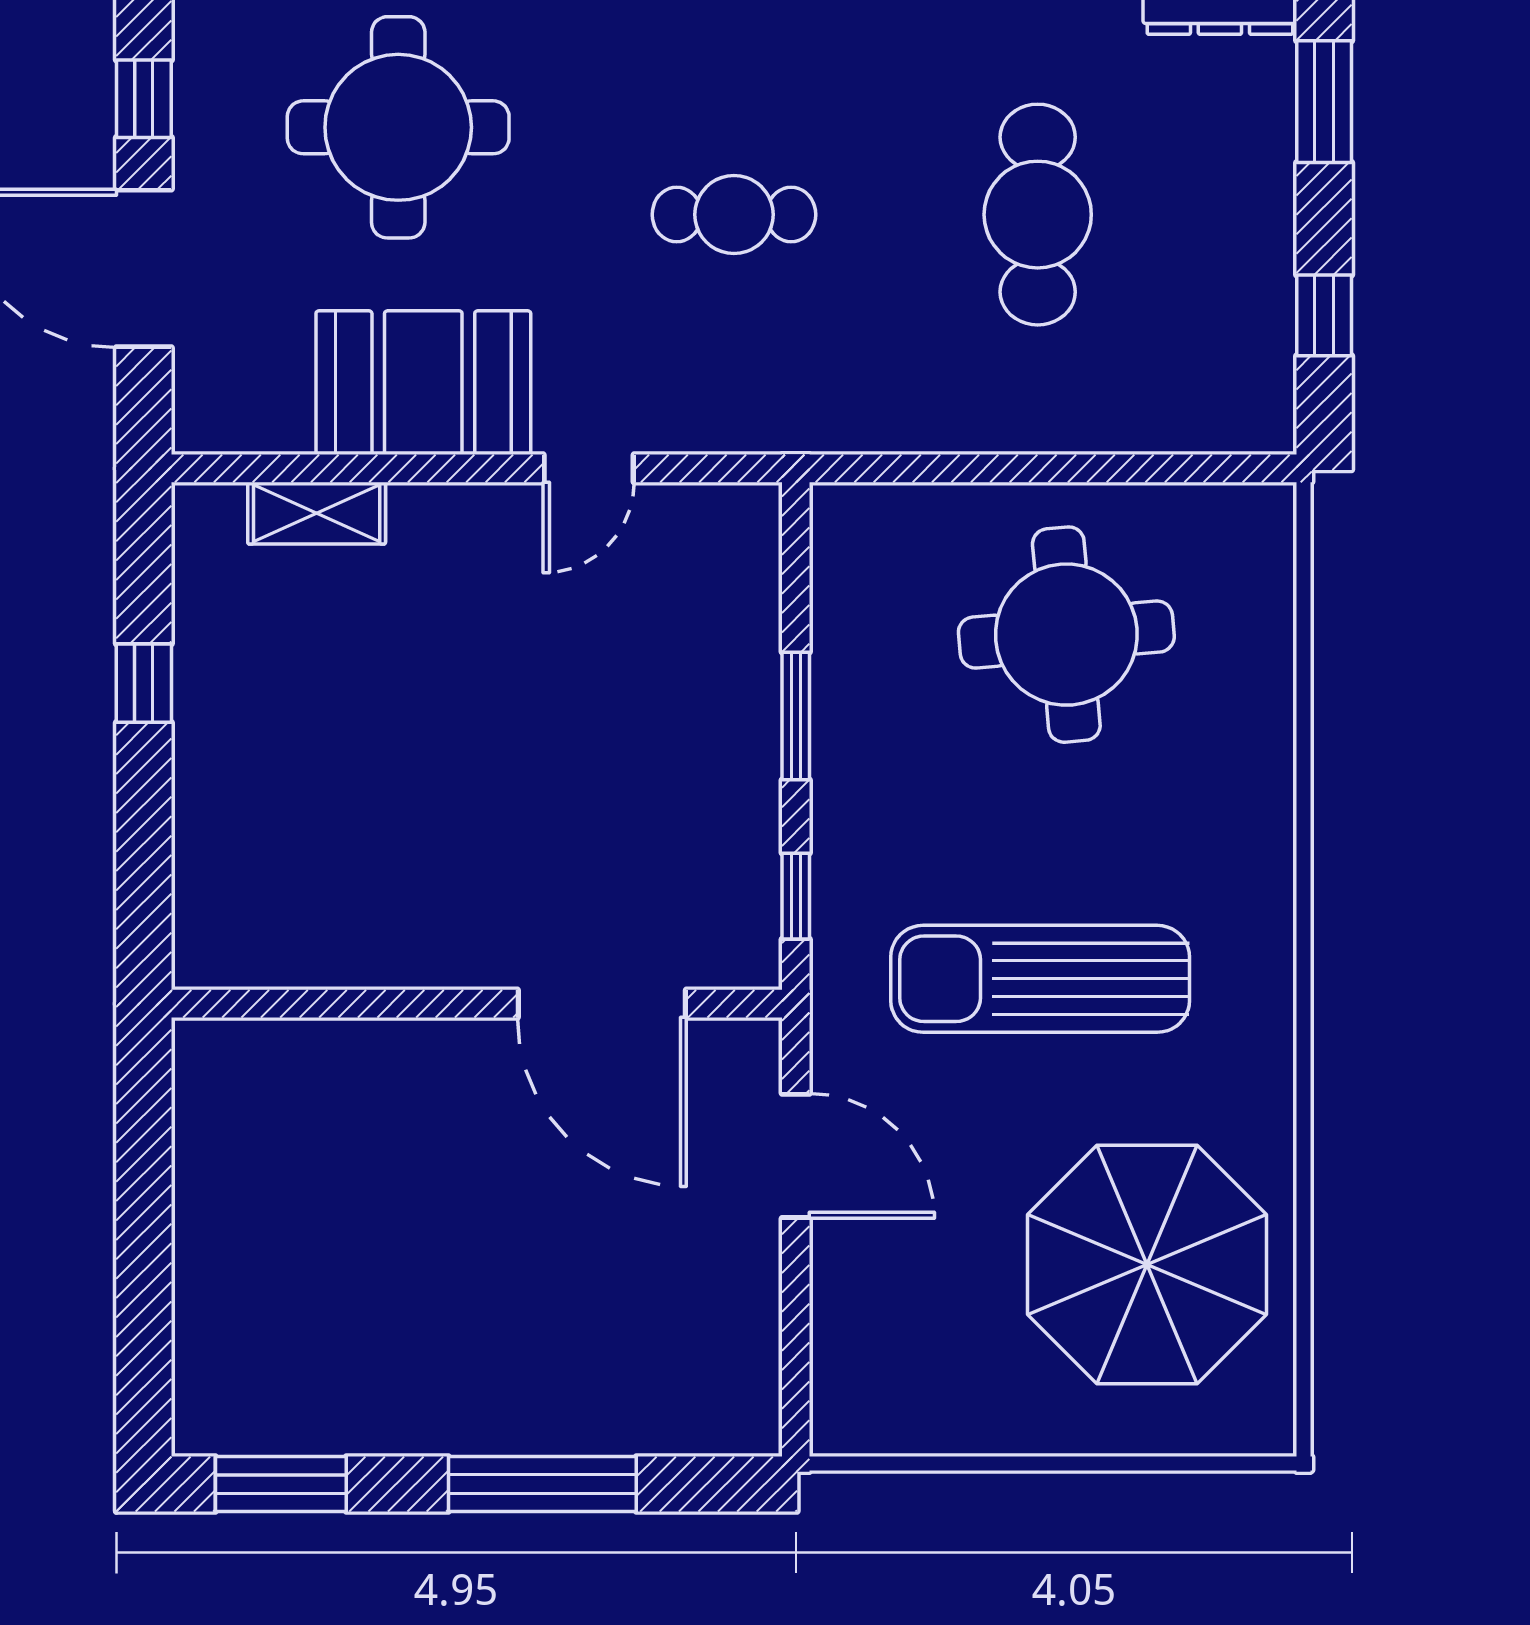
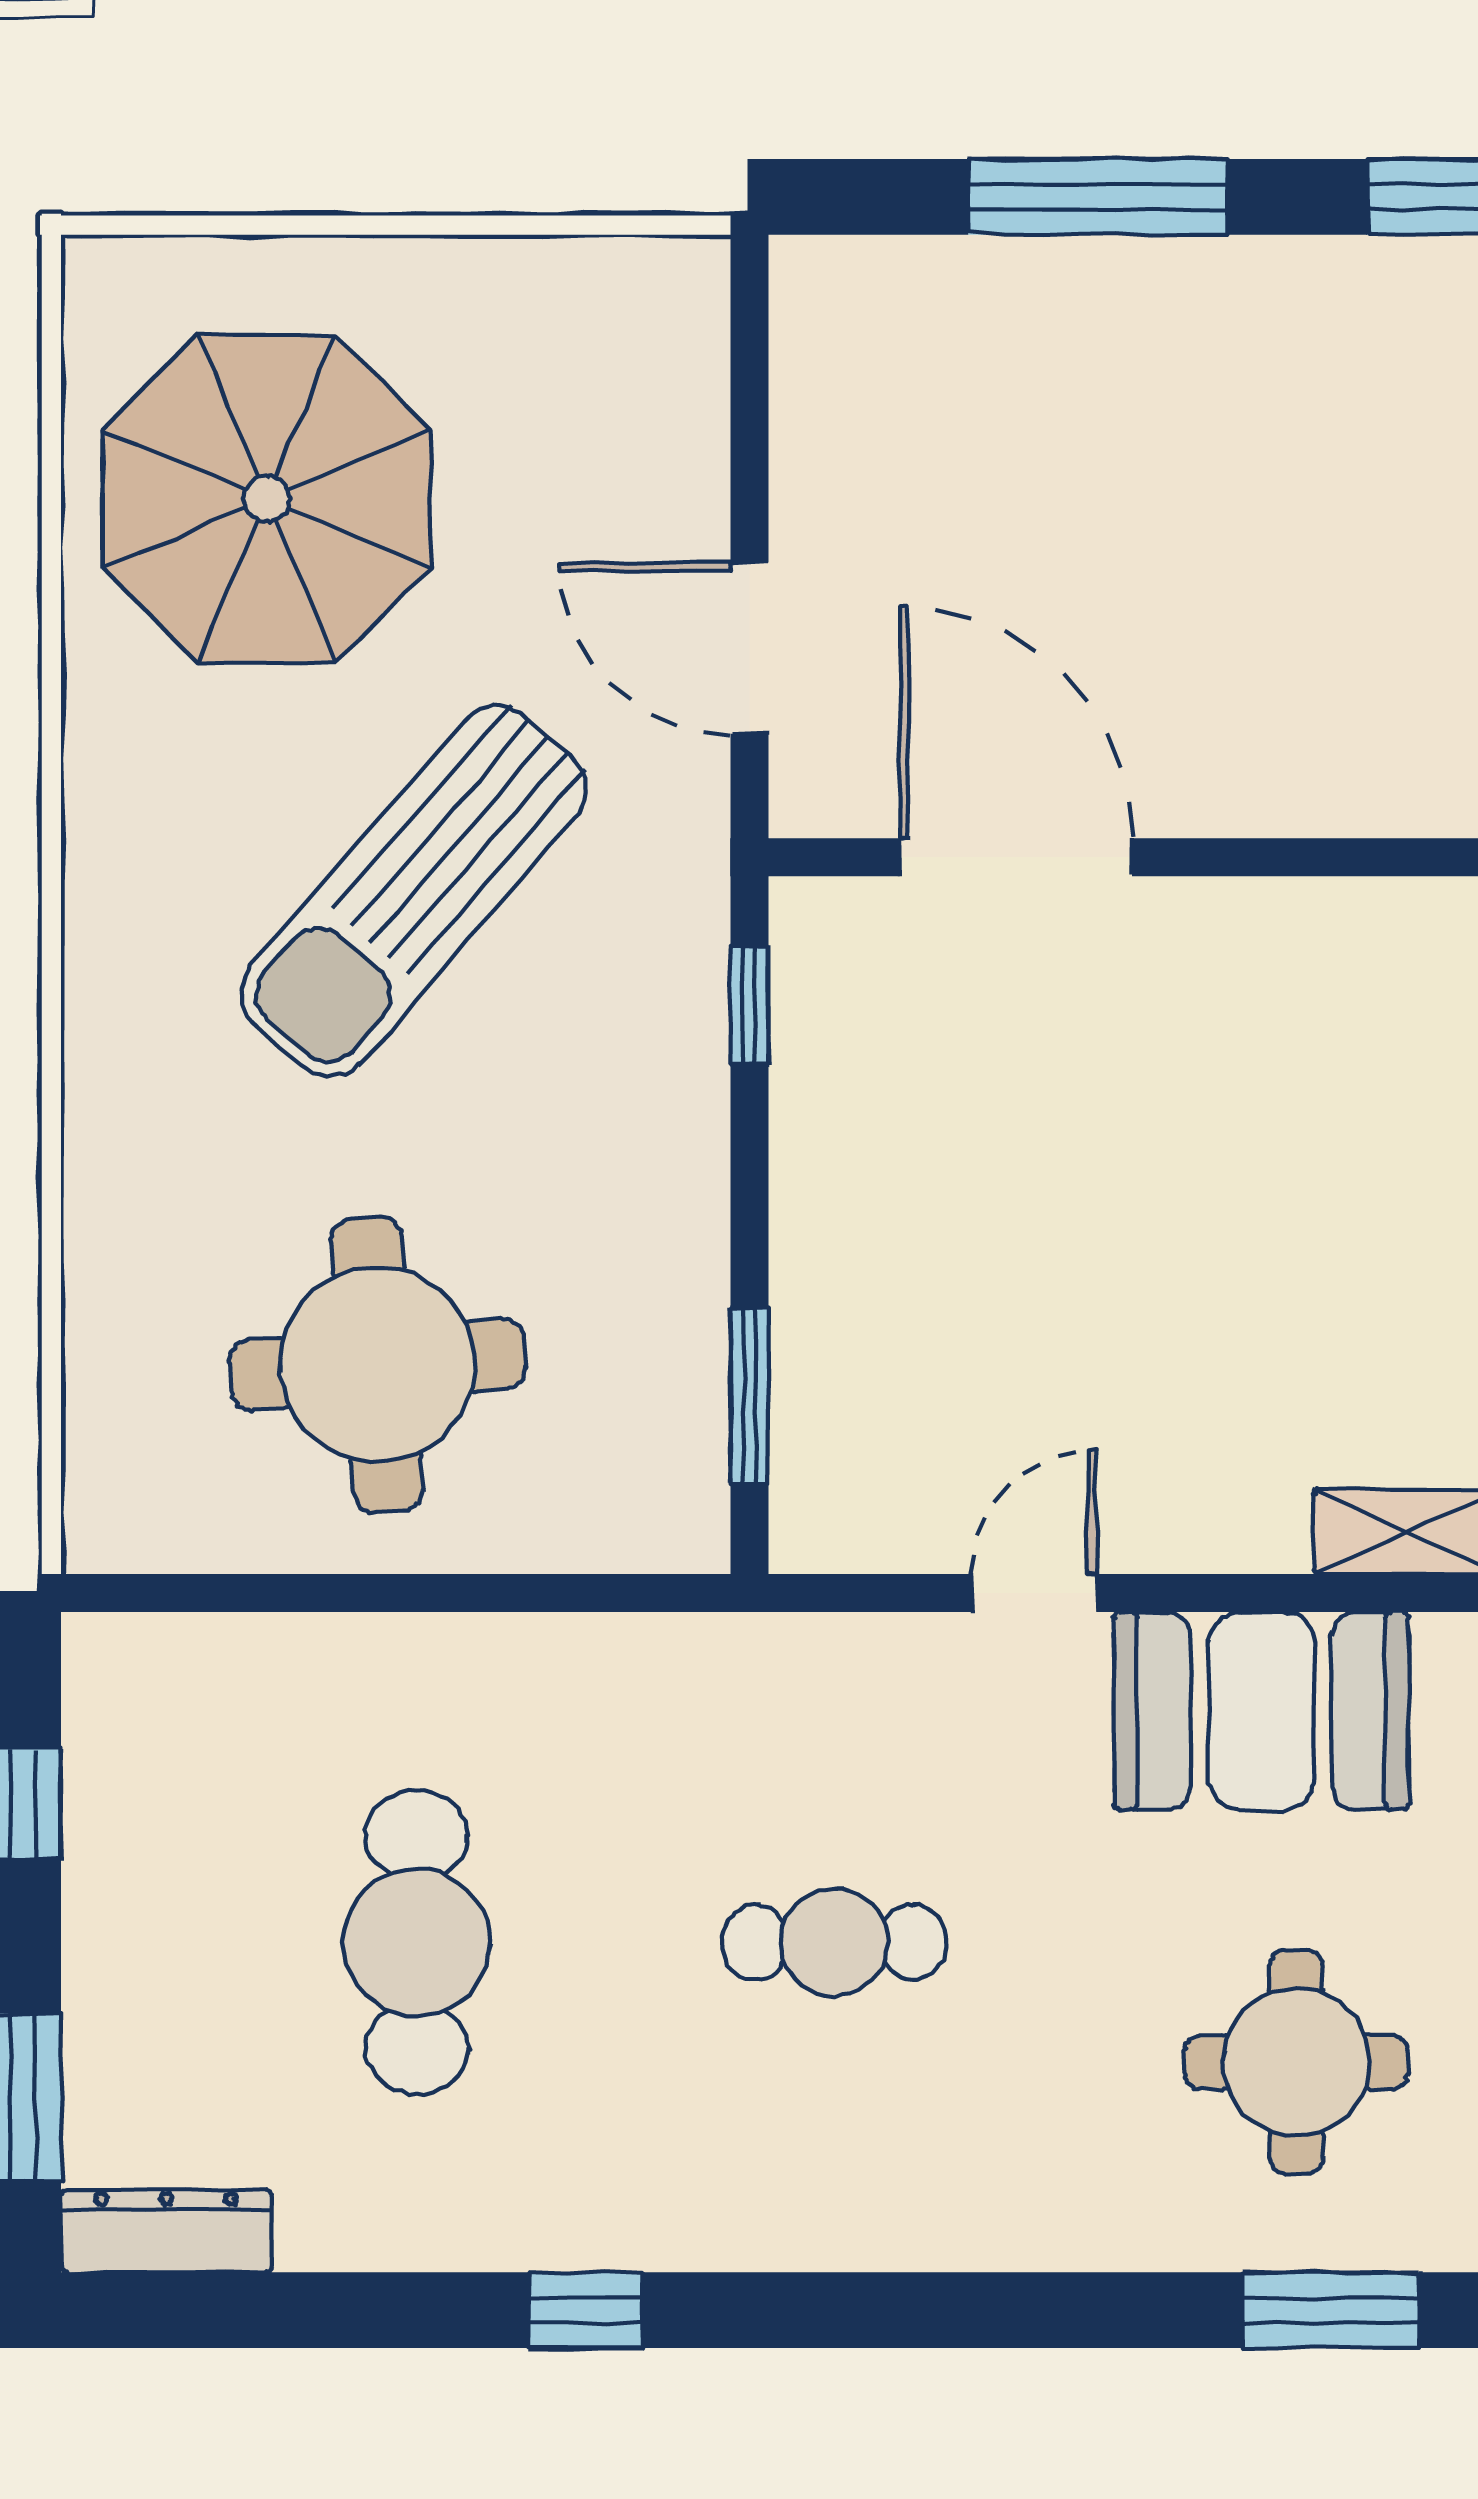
round table: (398, 127) -> (1296, 2062), width x0.73, depth x0.73
window: (796, 716) -> (749, 1395), moved
sun lounger: (1040, 979) -> (413, 891), turned 131

